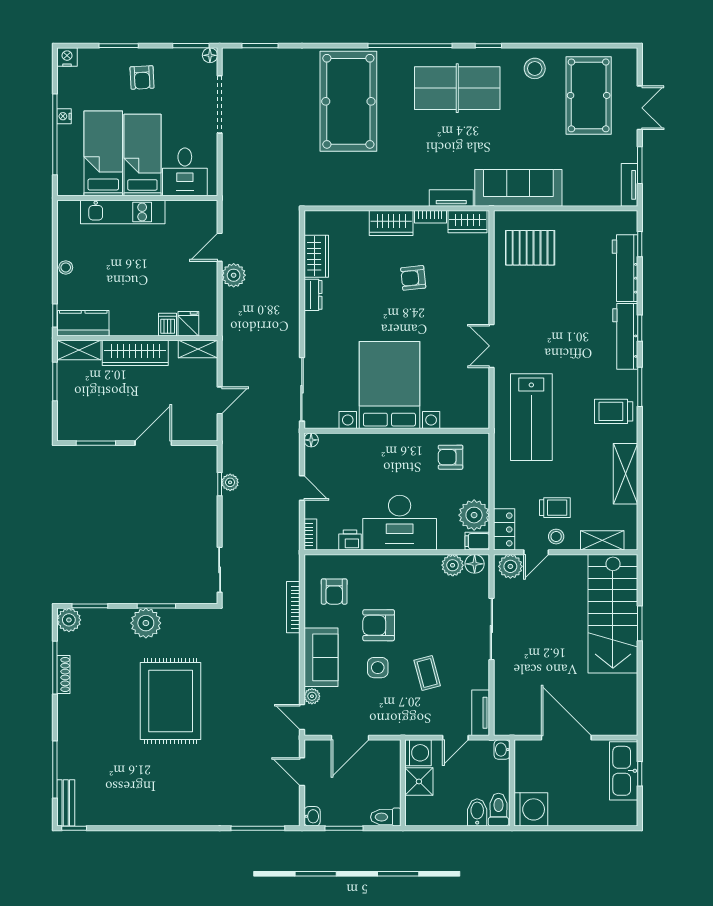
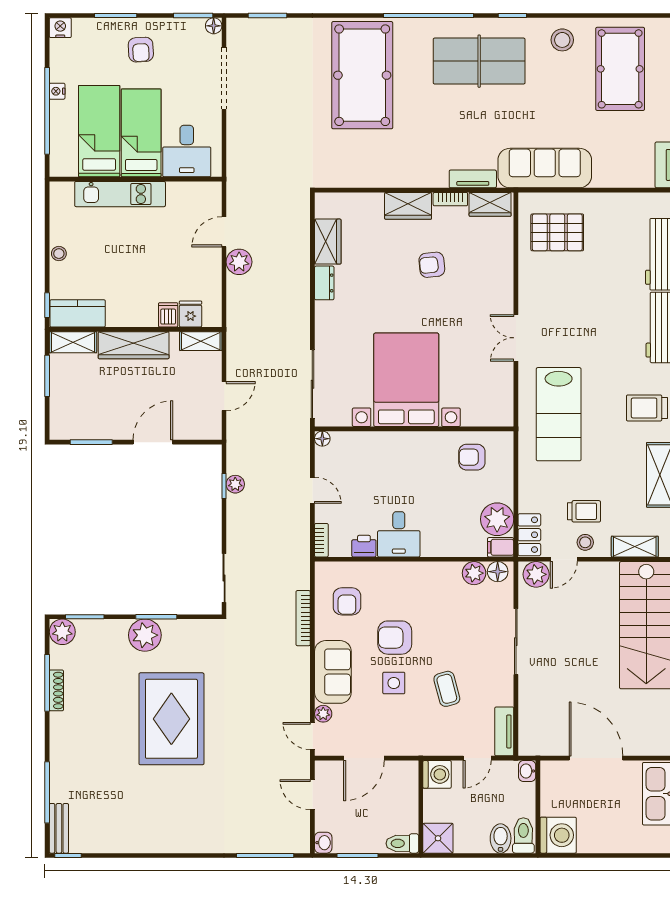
desk: (400, 523) -> (399, 534), width x0.53, depth x0.77
shower: (419, 781) -> (438, 838), moved

